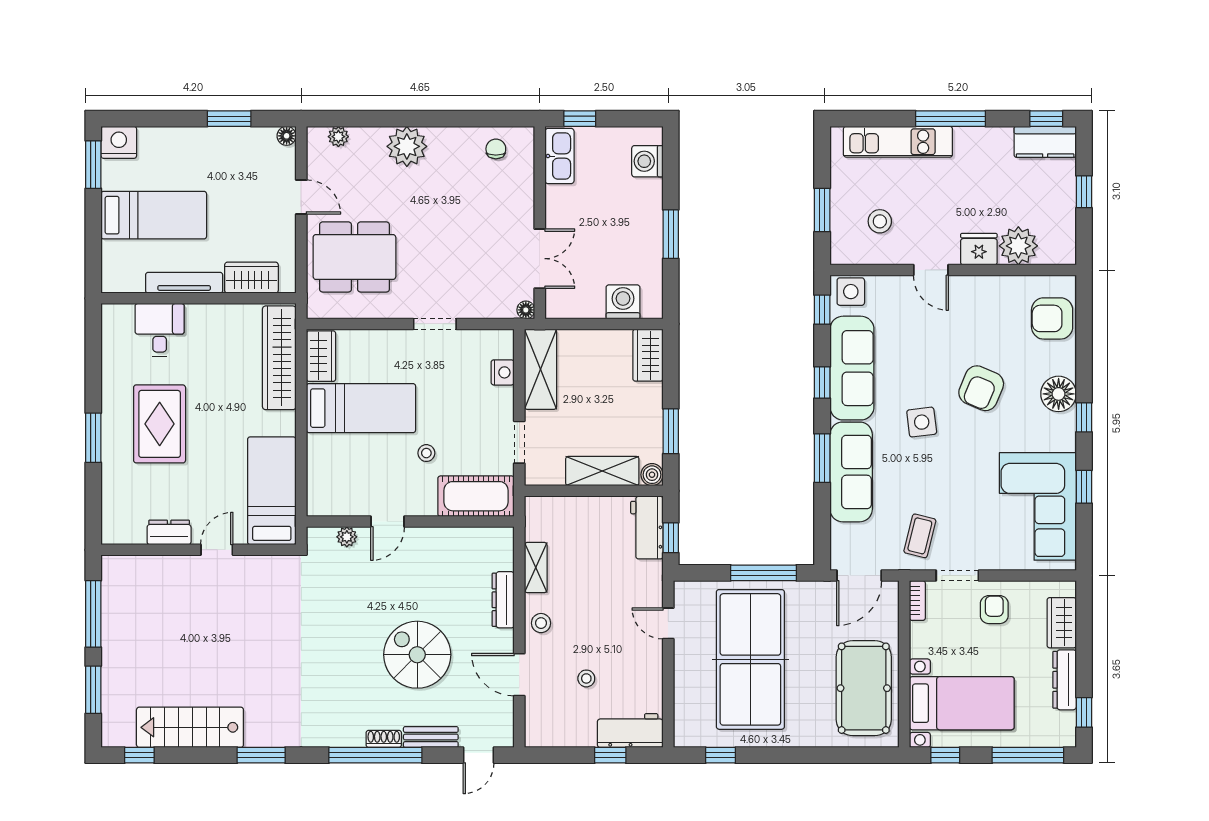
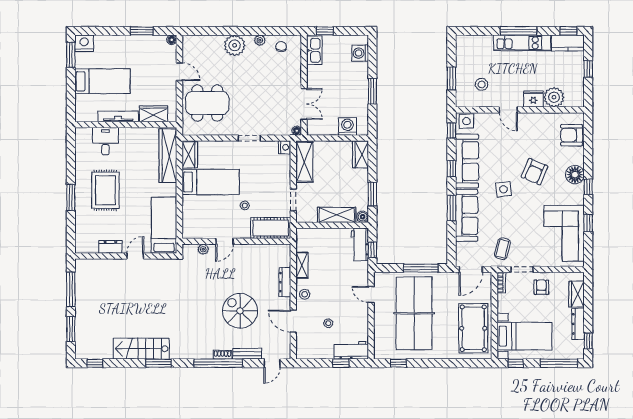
plant: (338, 137) -> (260, 40), moved
kitchen unit: (898, 142) -> (522, 43), moved
nightstand: (503, 372) -> (285, 147), moved
stairs: (190, 727) -> (141, 349), moved

